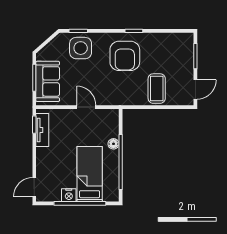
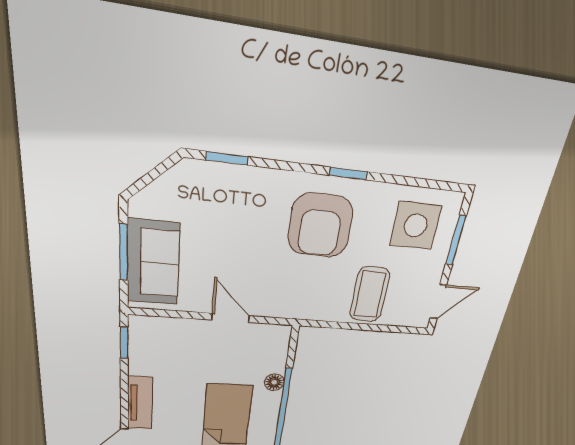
side table: (81, 48) -> (416, 226), moved
tv unit: (42, 130) -> (140, 403), moved

